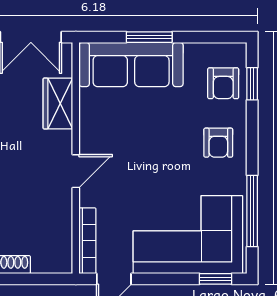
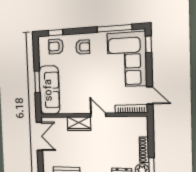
armchair: (223, 83) -> (56, 46), turned 180
wardrobe: (58, 104) -> (79, 124), moved

